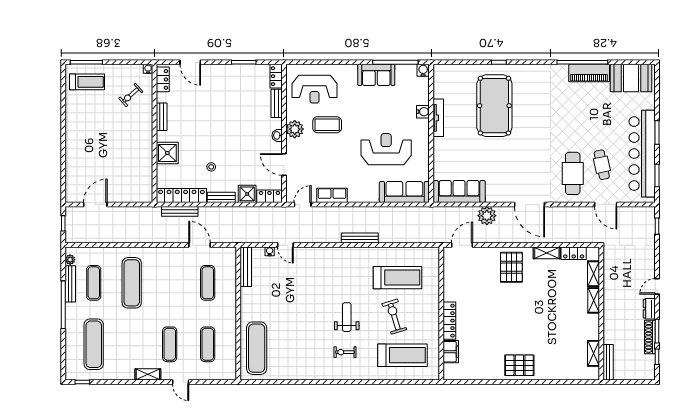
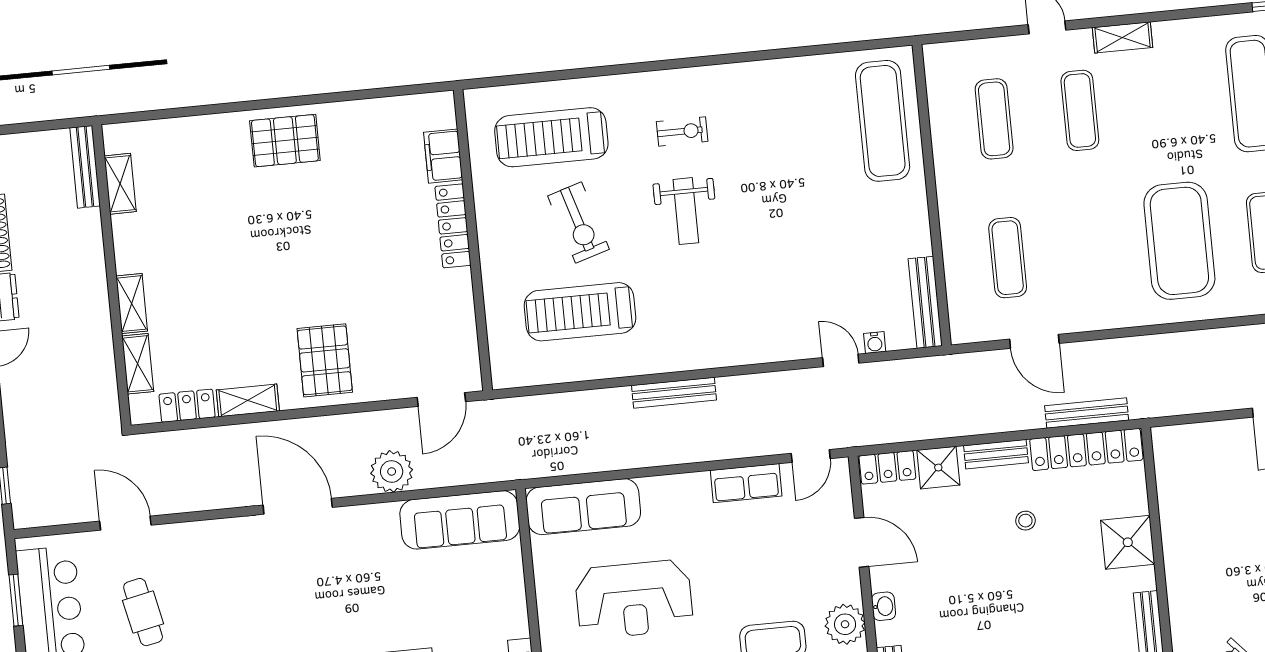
cafe table: (573, 173) -> (207, 586), removed
exercise mat: (132, 283) -> (1179, 241), width x1.47

